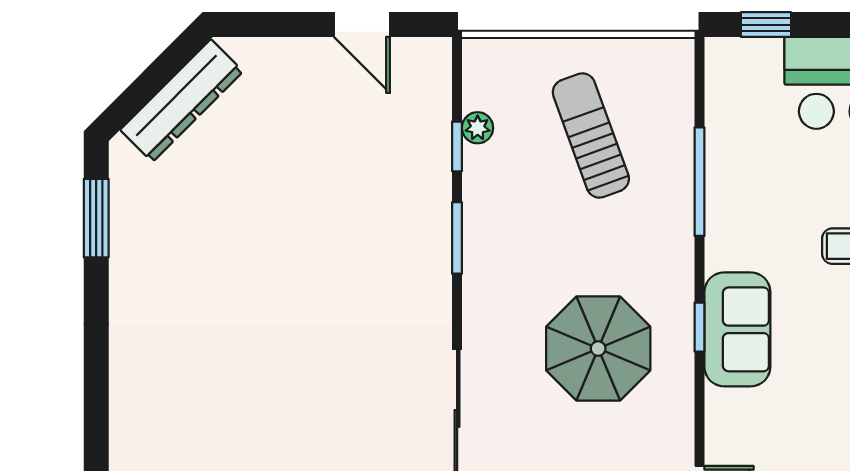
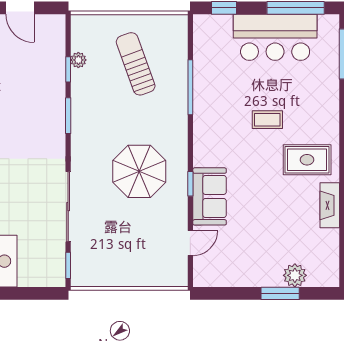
window: (699, 327) -> (190, 184), moved
sofa: (737, 329) -> (210, 196), moved

